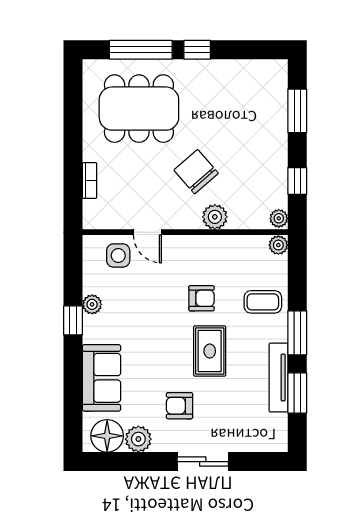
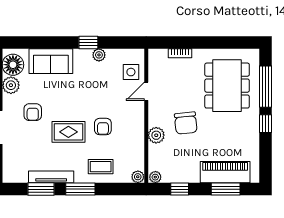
piano: (271, 111) -> (225, 172), added
chair: (196, 172) -> (186, 123), turned 125
coffee table: (263, 302) -> (101, 167), turned 90
armchair: (180, 406) -> (33, 112), turned 180

